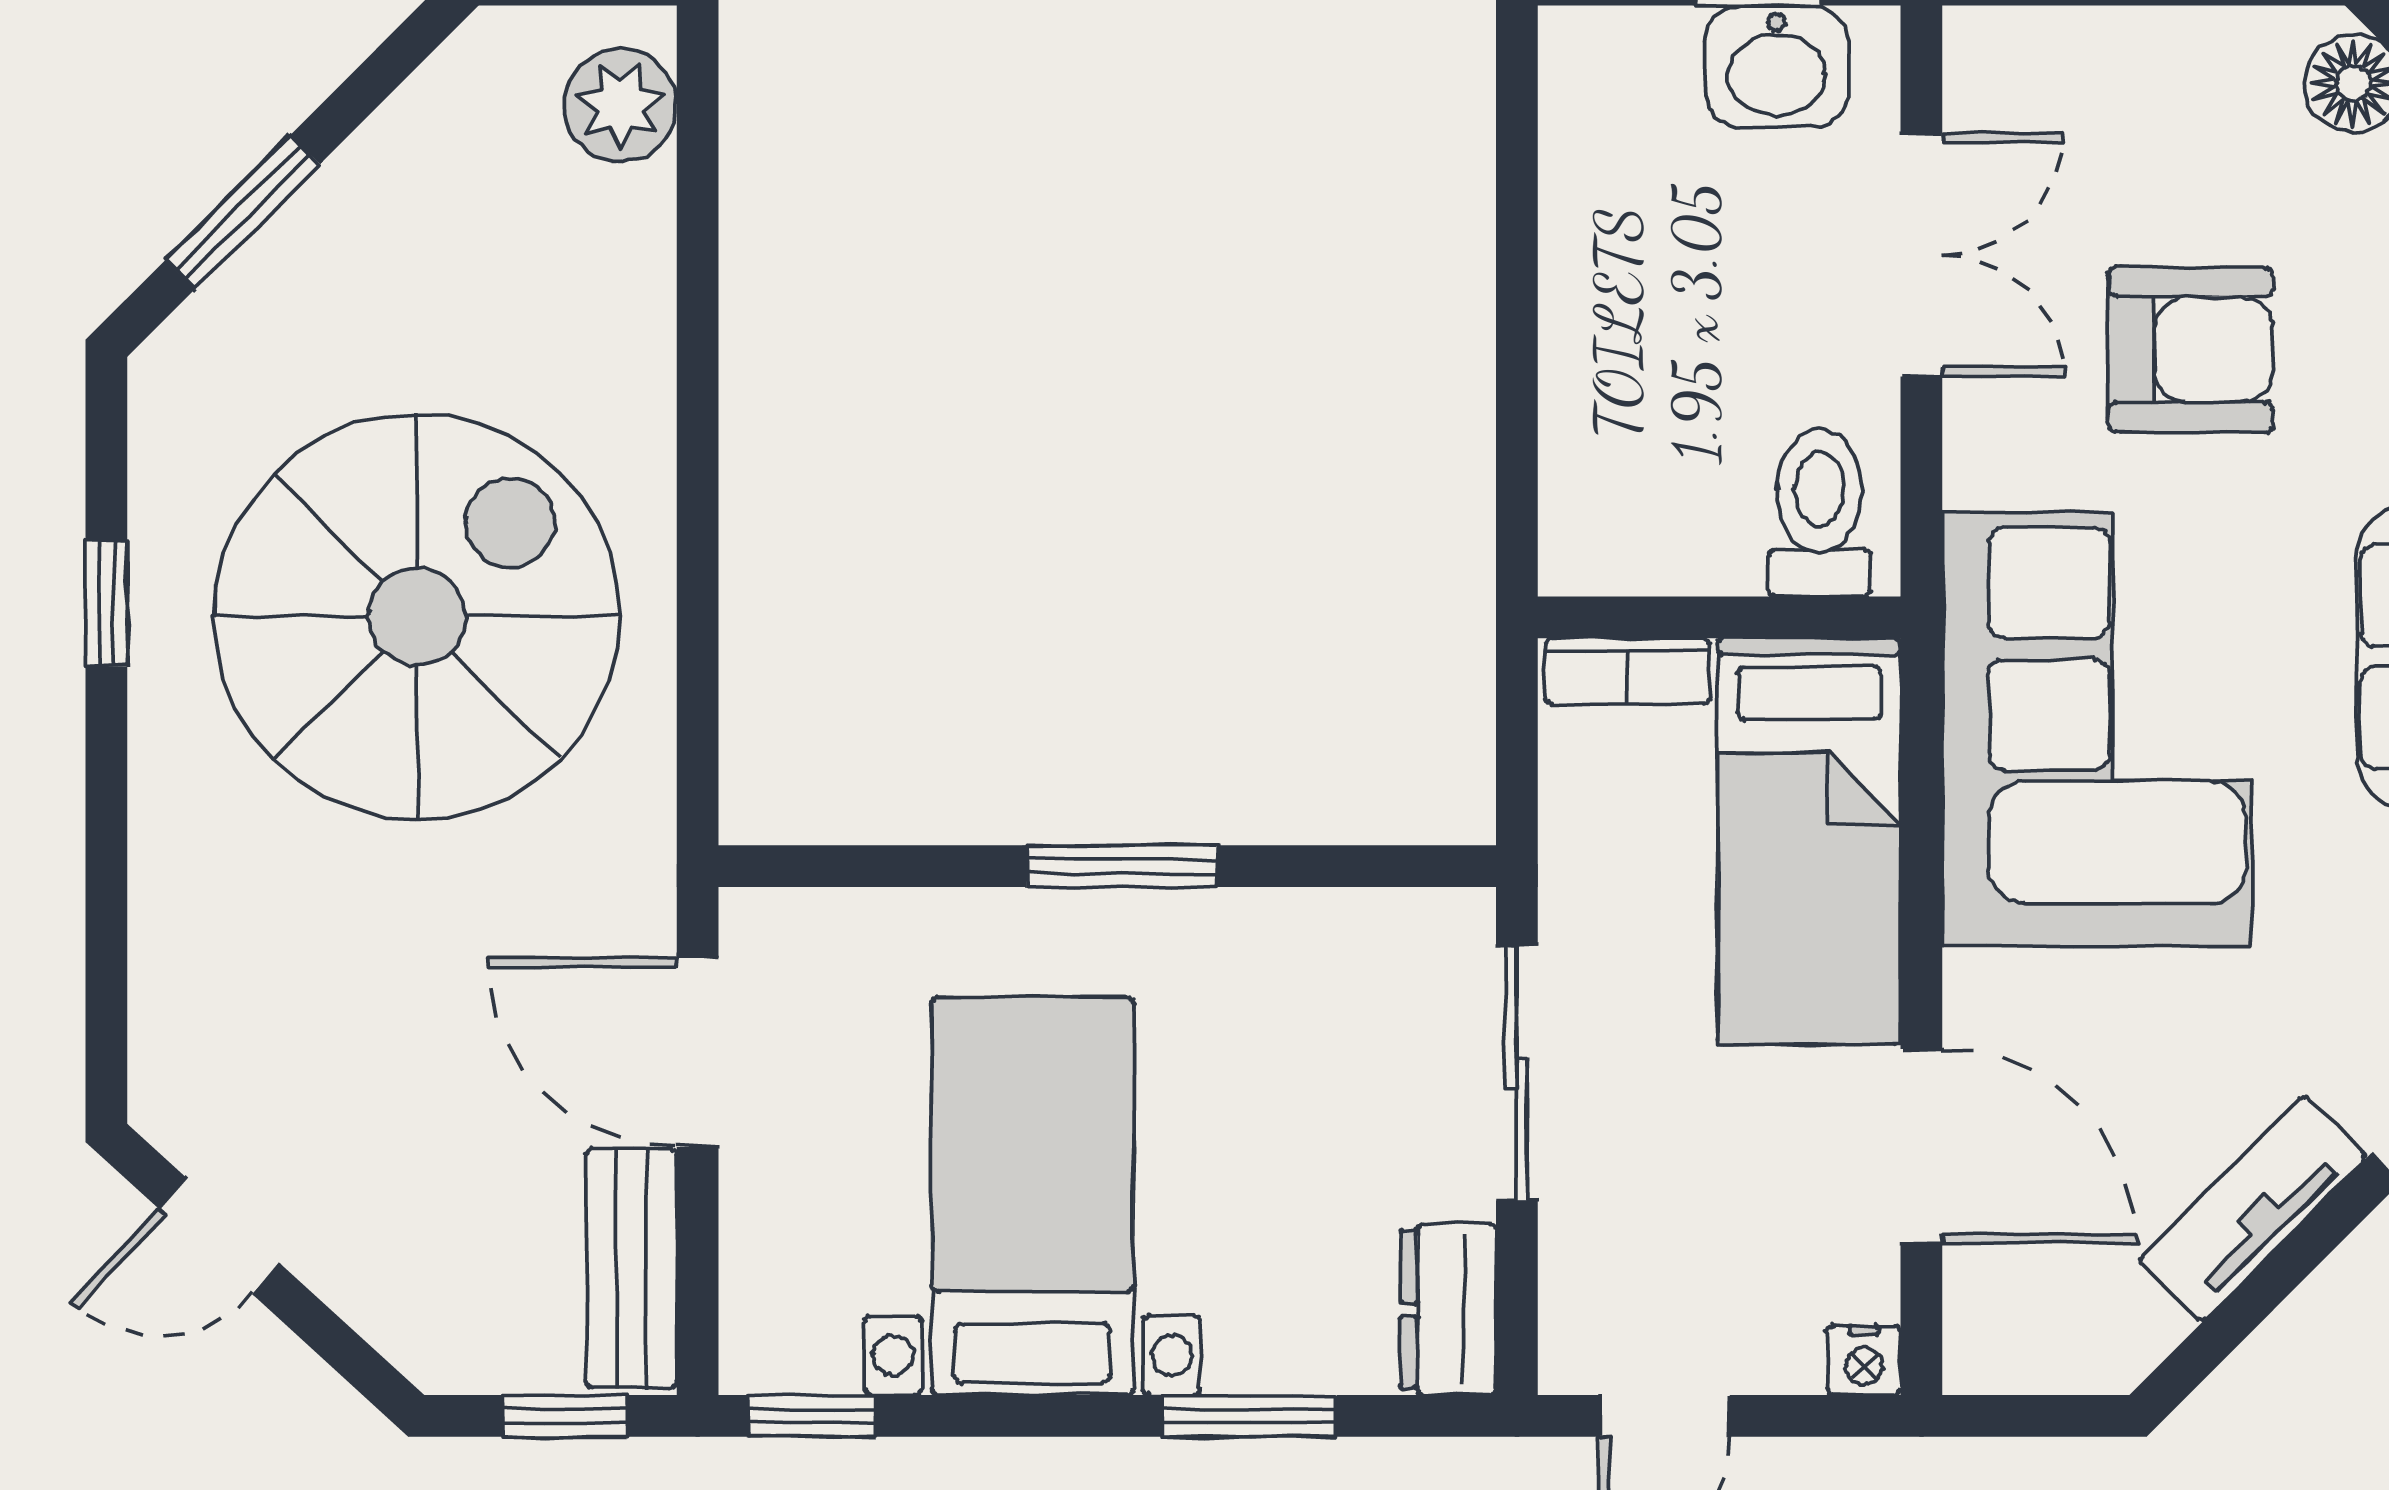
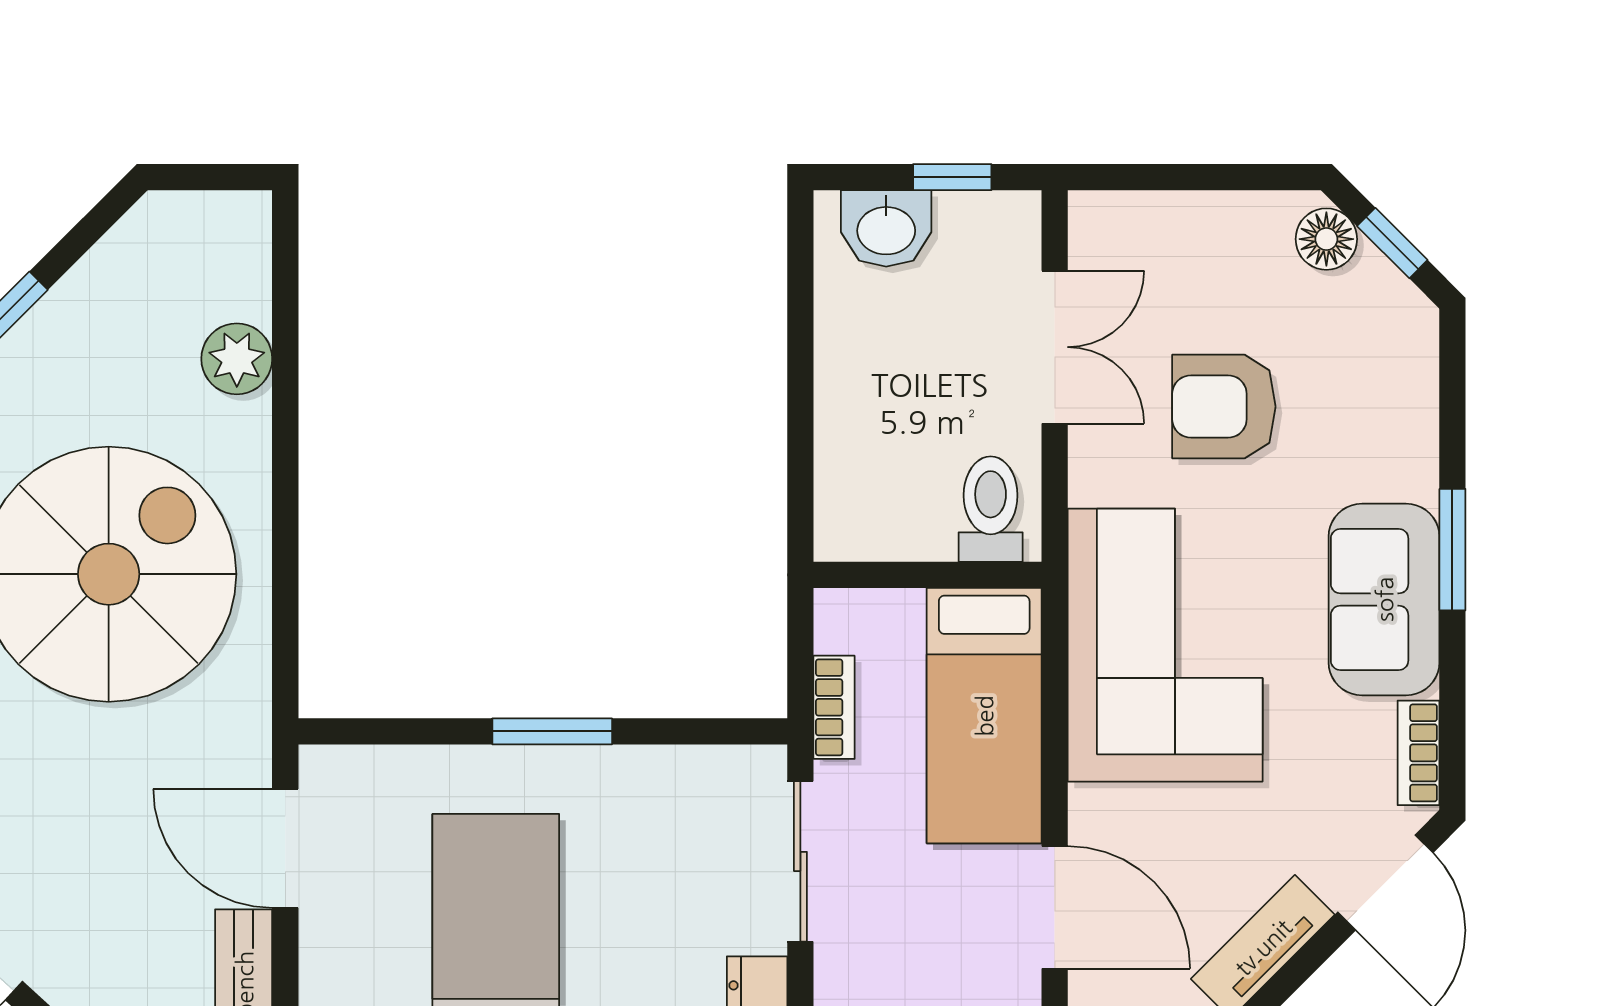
washbasin: (1777, 66) -> (886, 228), moved
plant: (621, 105) -> (237, 359), moved
armchair: (2191, 350) -> (1224, 407), turned 180
bookcase: (1627, 671) -> (834, 707), moved, turned -90

